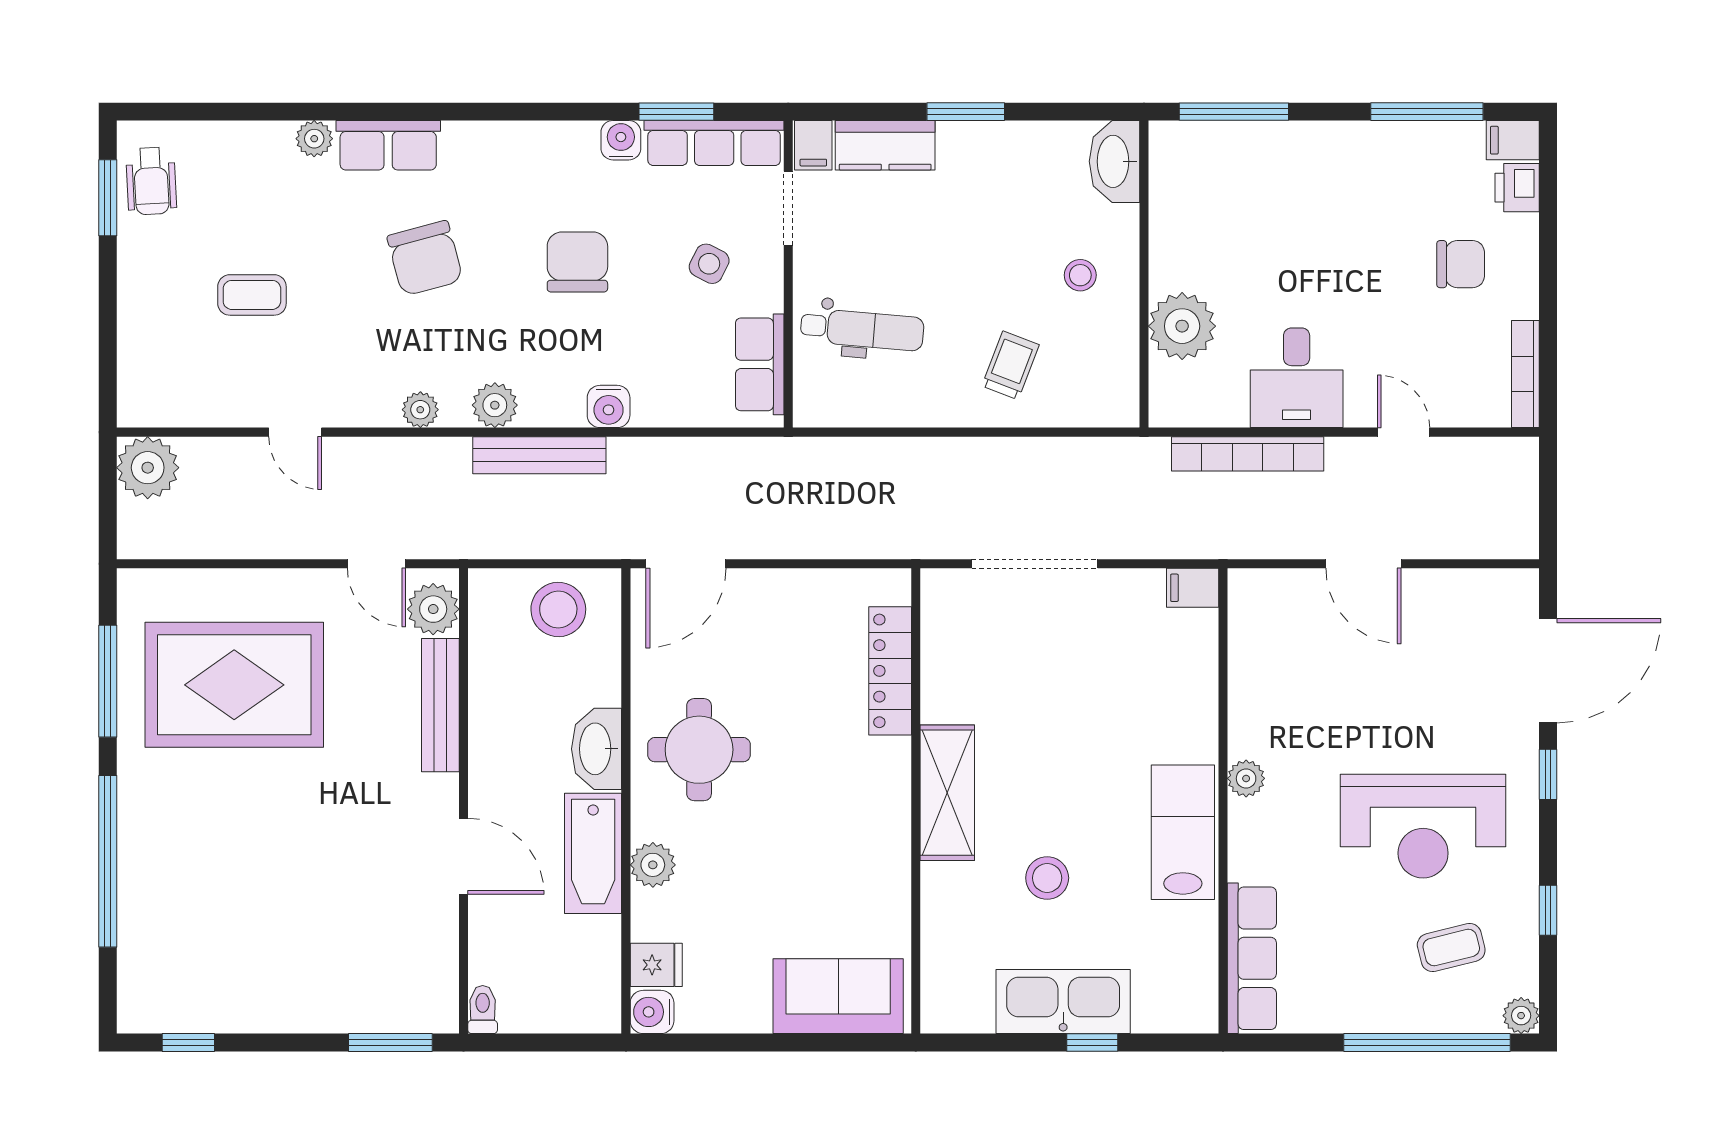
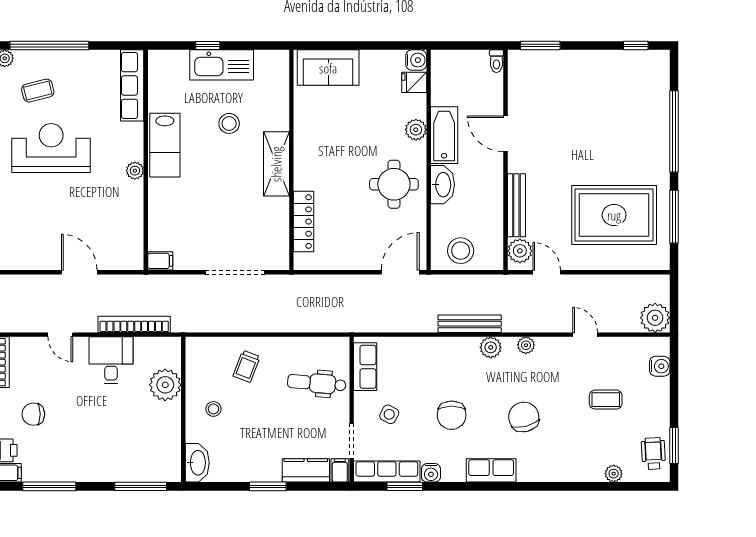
plant: (314, 139) -> (614, 474), moved
row of seats: (388, 145) -> (491, 470), moved
water cooler: (609, 406) -> (660, 366), moved, turned 90

